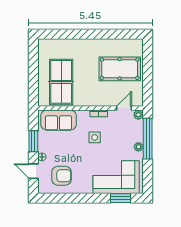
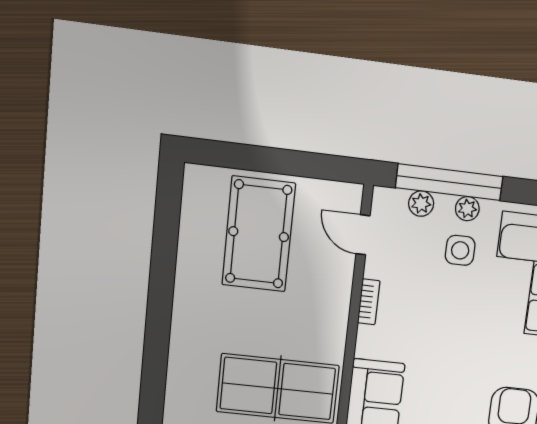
plant: (138, 115) -> (421, 204), moved
side table: (95, 137) -> (460, 250), moved

